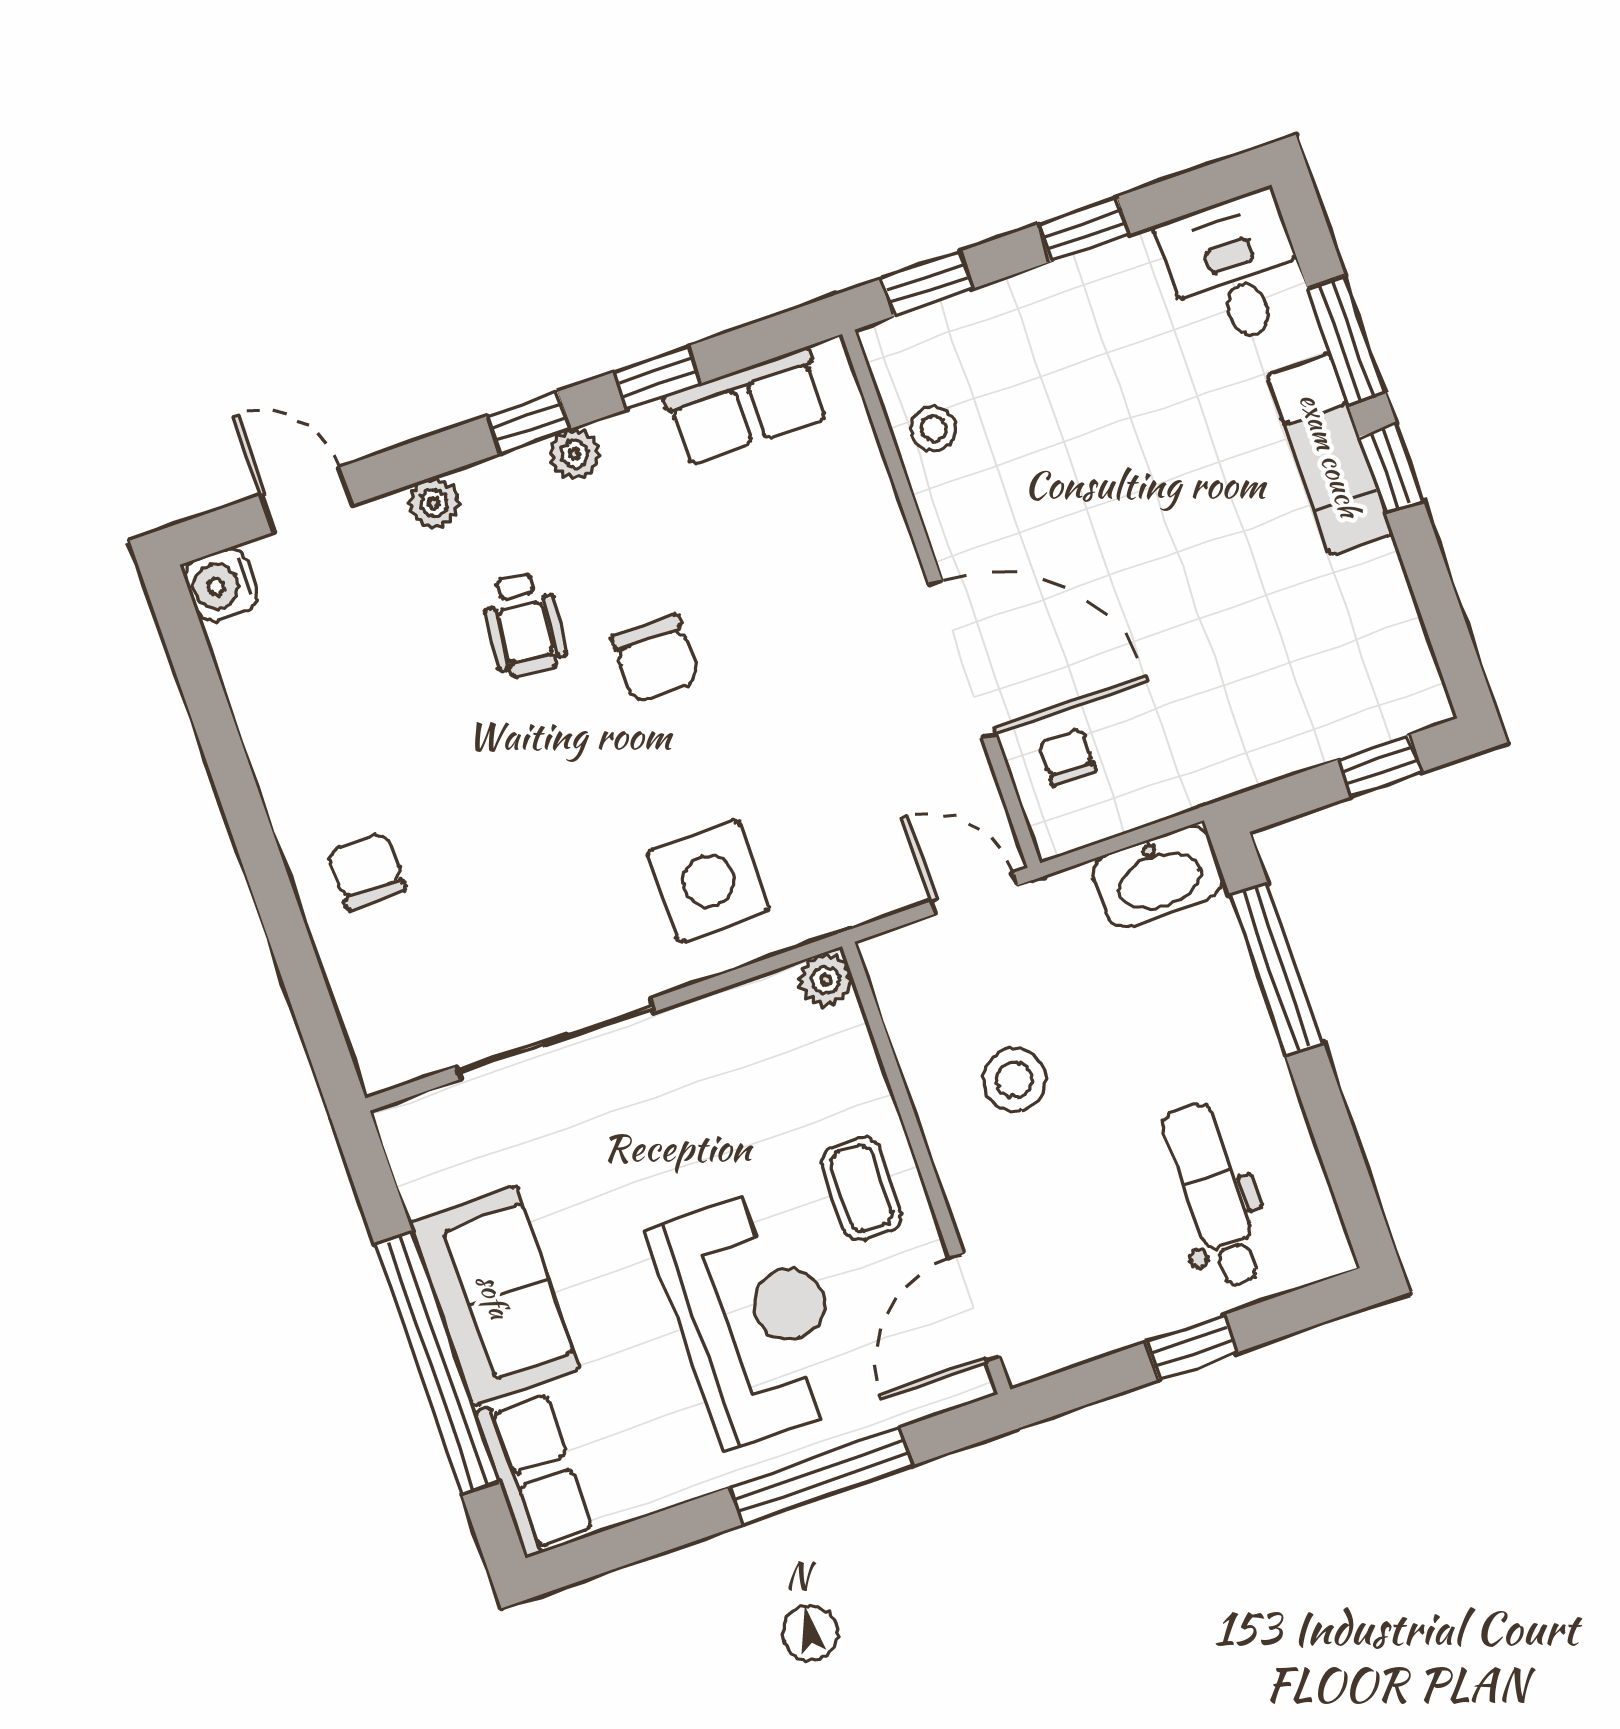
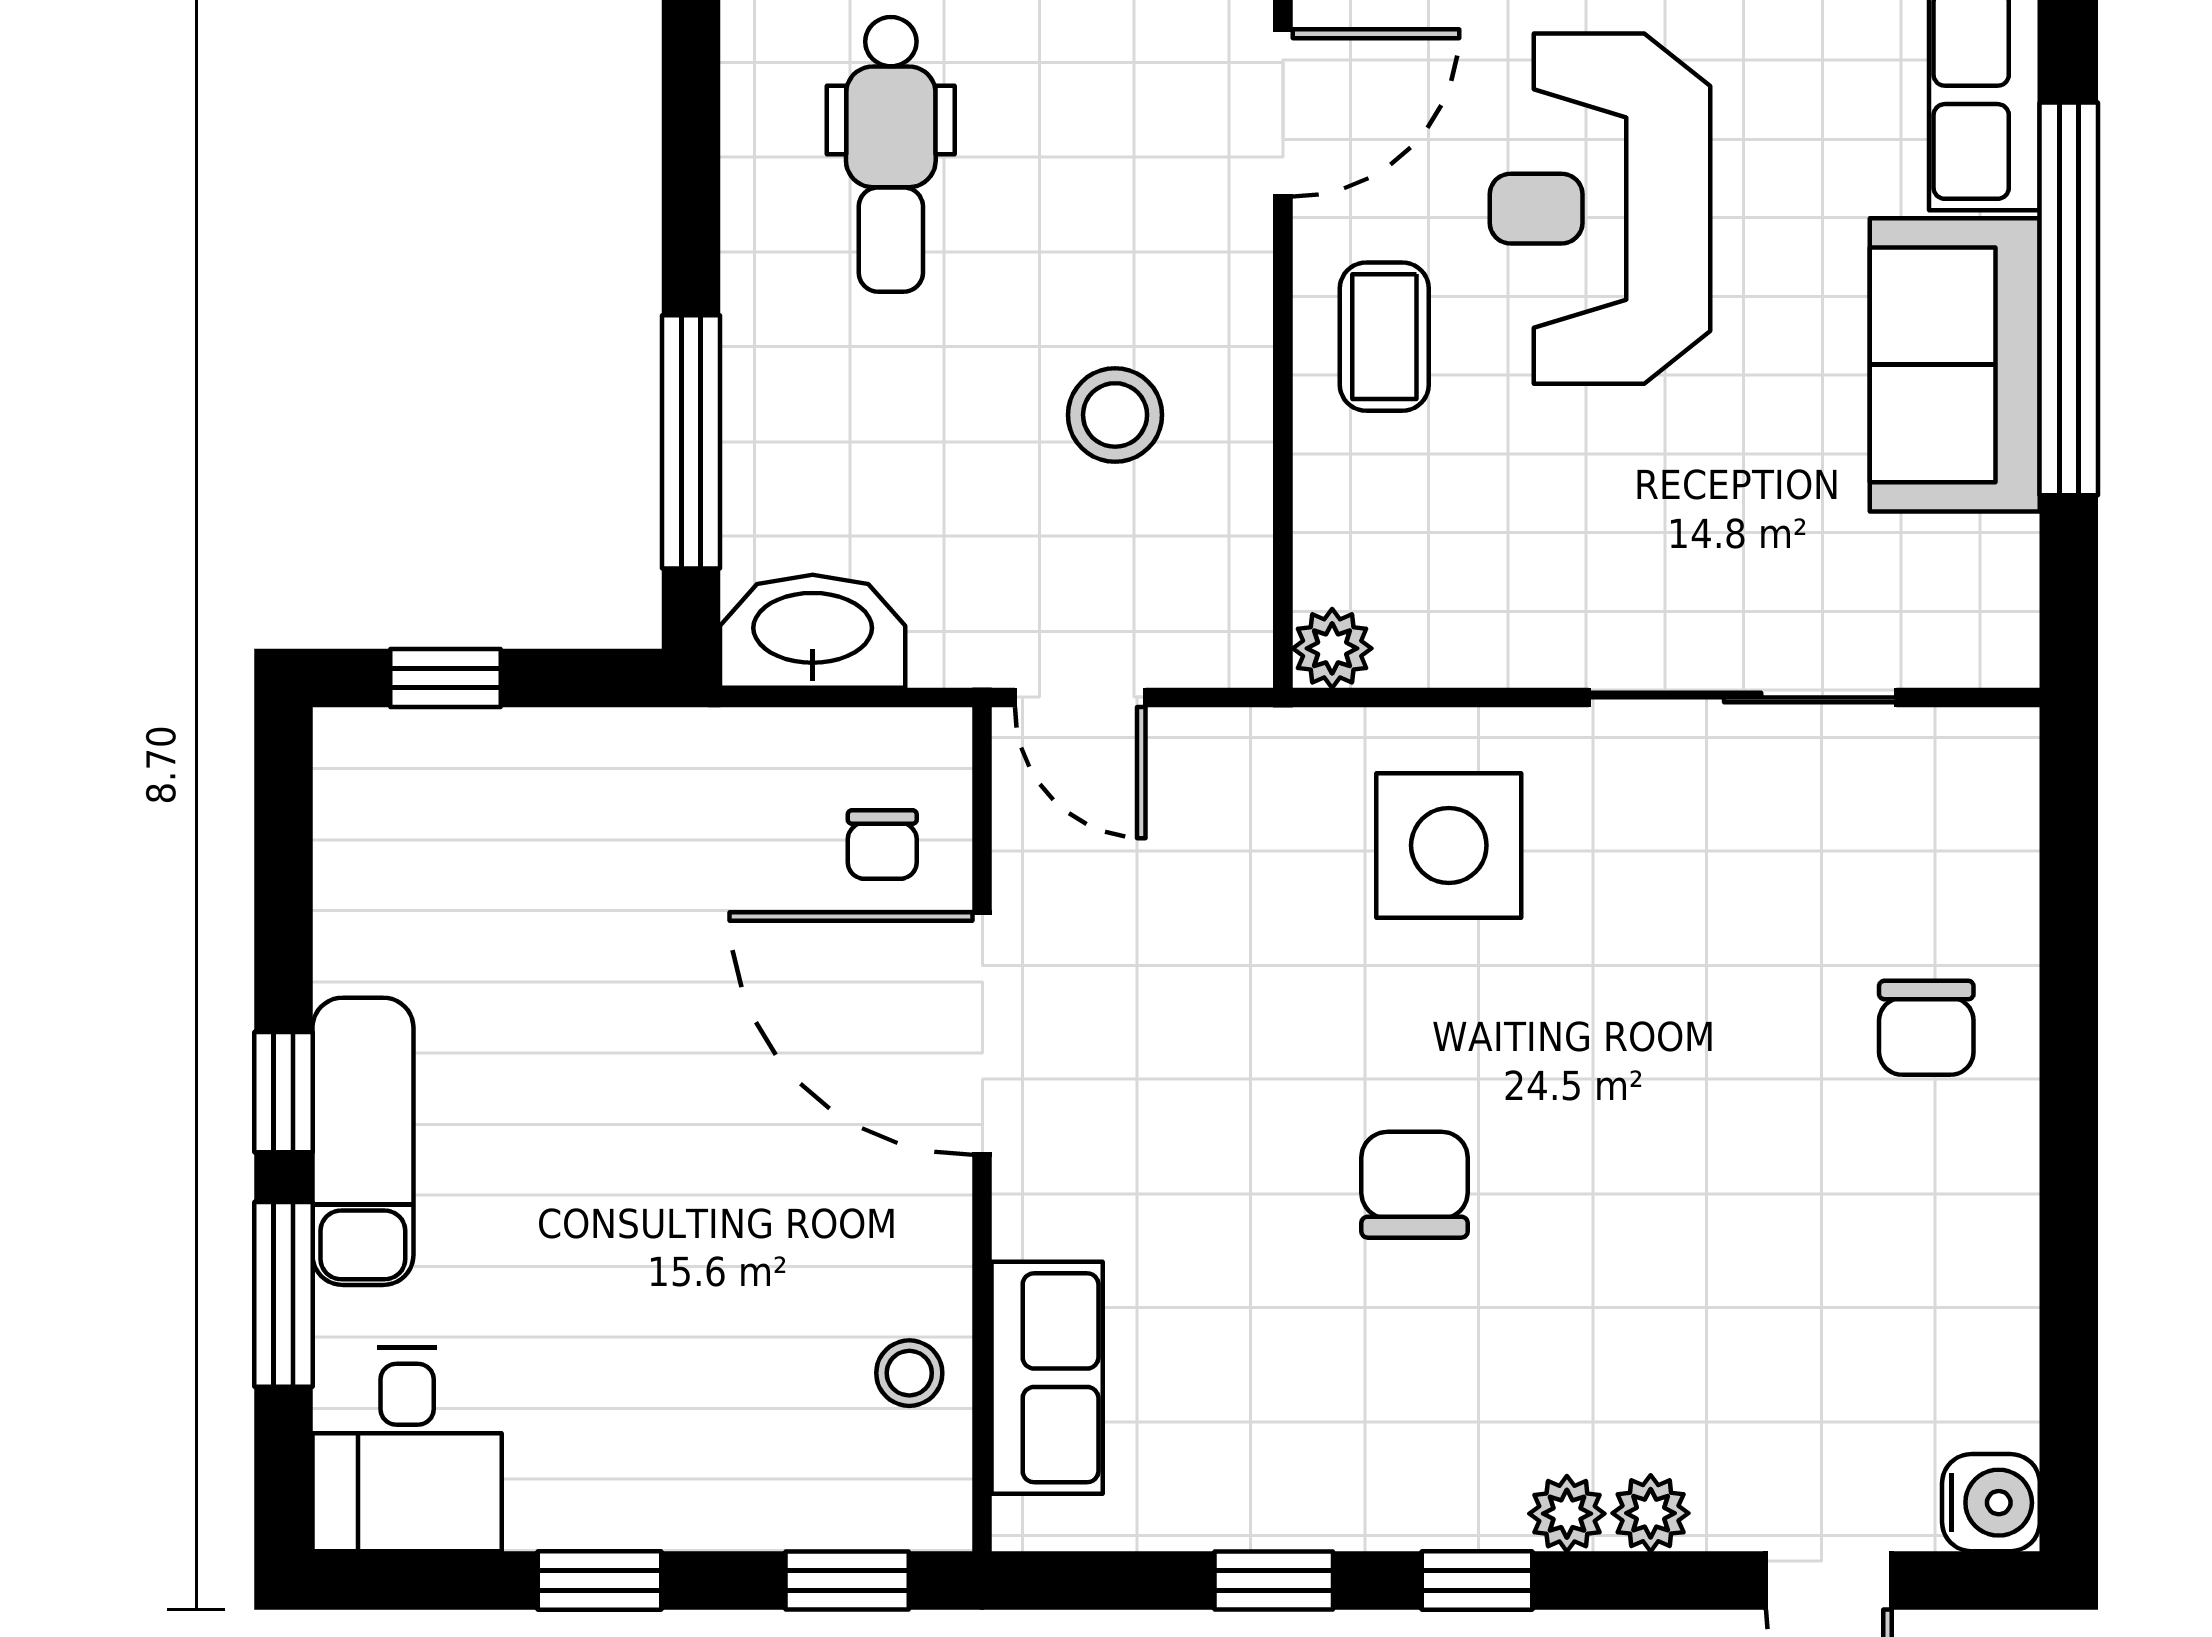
row of seats: (747, 407) -> (1047, 1378), moved, turned 90
plant: (575, 454) -> (1567, 1514), moved
wheelchair: (524, 625) -> (1583, 1298), removed

